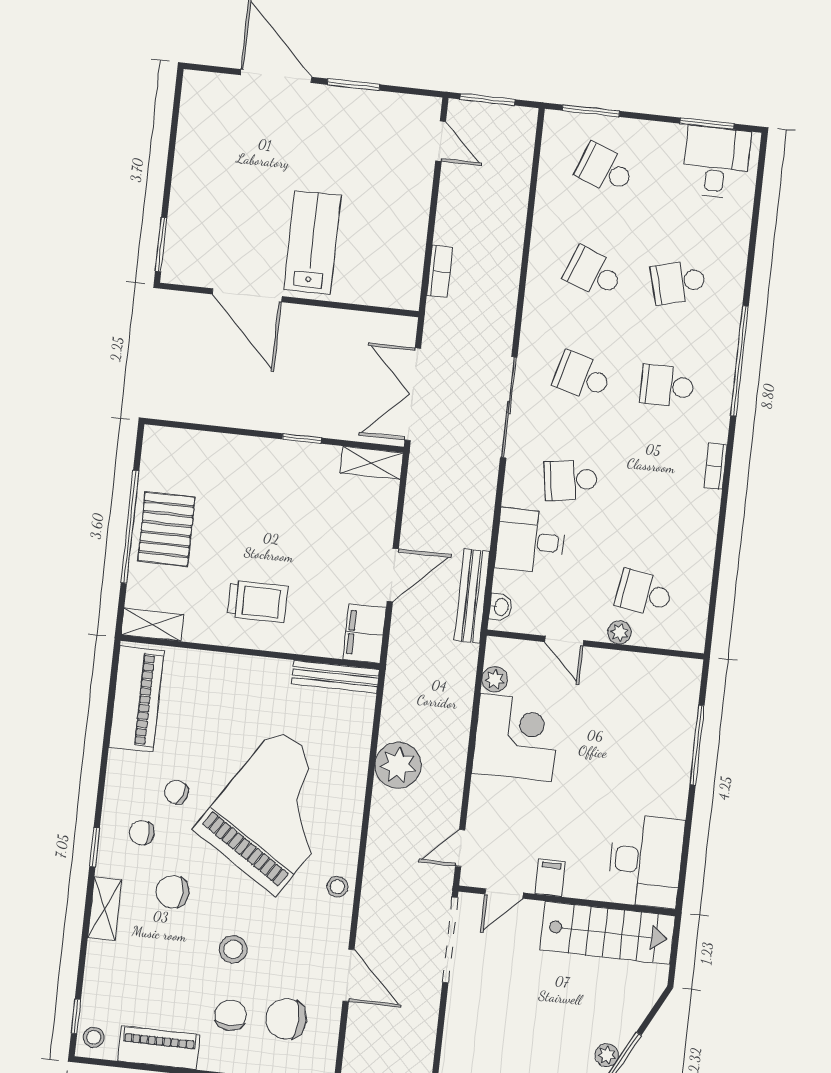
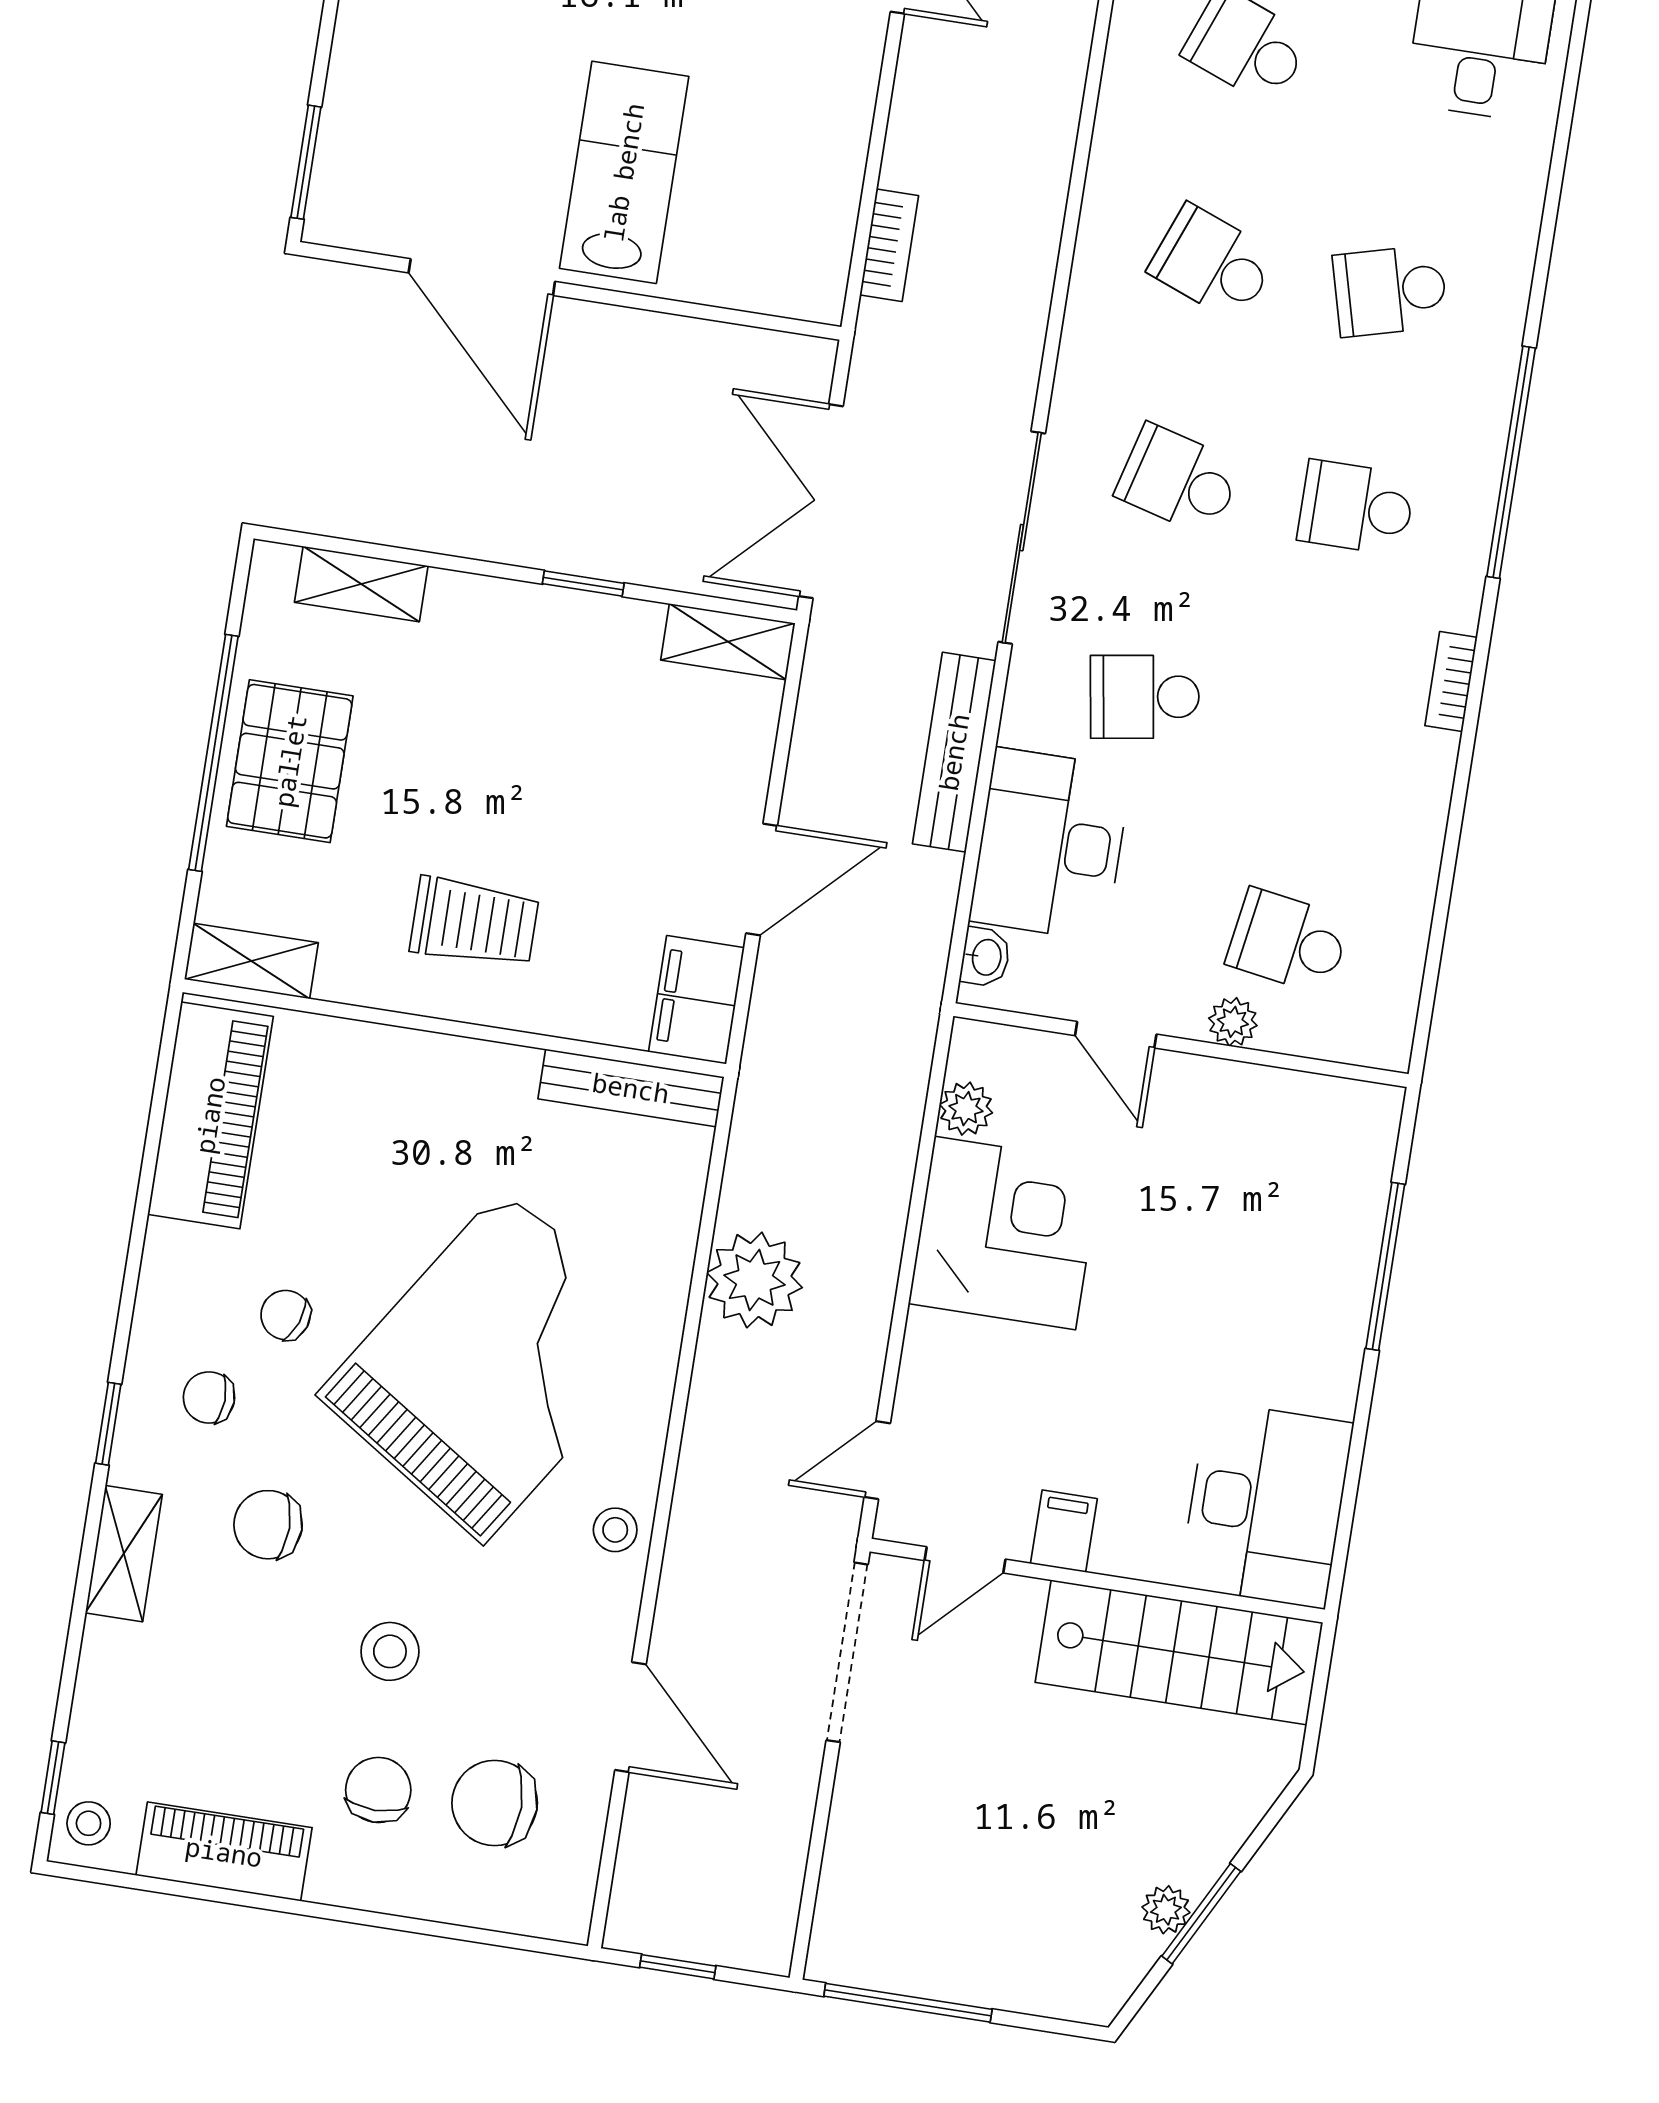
shelving: (196, 443) -> (361, 584), added
desk: (530, 541) -> (1050, 844), width x1.37
bench: (472, 596) -> (954, 752), moved

